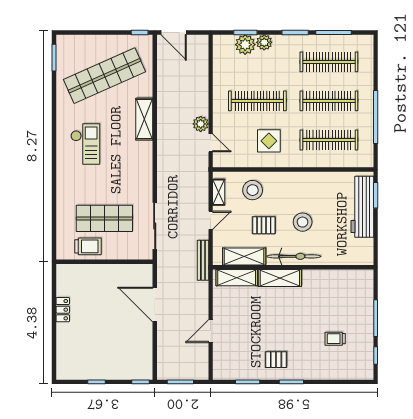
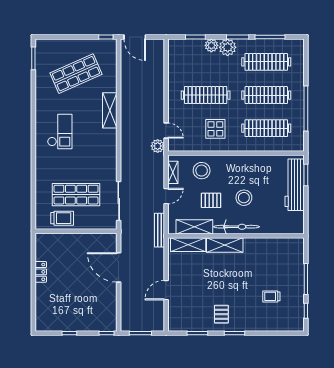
plant: (245, 45) -> (228, 47), moved
shop shelf: (104, 76) -> (76, 74), width x0.71
plant: (201, 124) -> (158, 146), moved
pallet: (276, 360) -> (221, 314), turned 90

